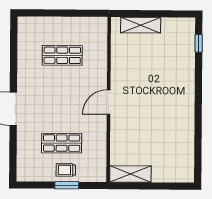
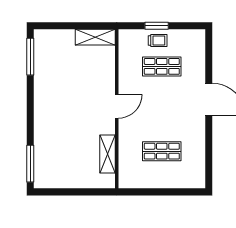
shelving: (141, 25) -> (107, 154), moved, turned 90
window: (199, 43) -> (30, 164), width x2.17
window: (198, 154) -> (30, 57), added

